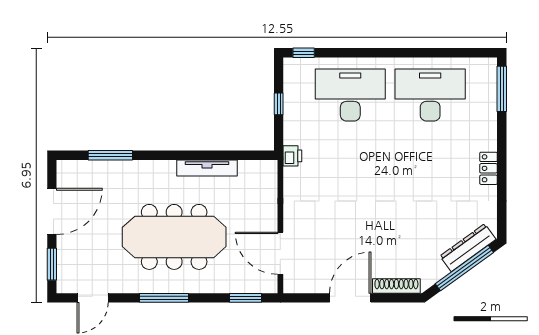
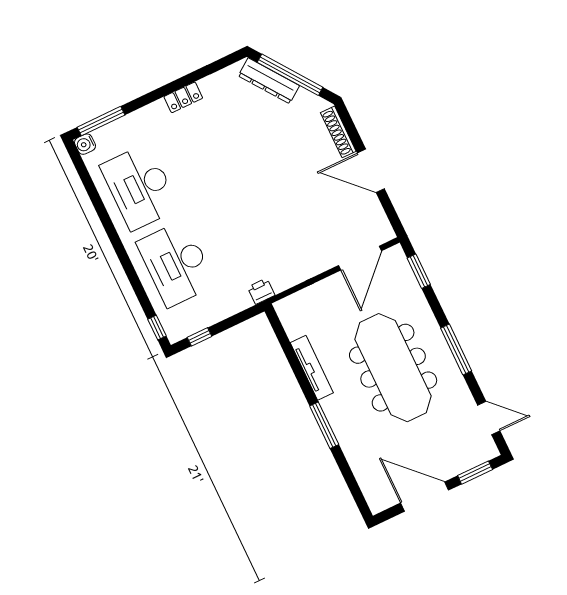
water cooler: (489, 66) -> (85, 144), added
window: (279, 104) -> (200, 337), moved
window: (110, 155) -> (324, 425), moved

